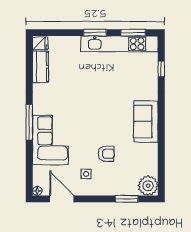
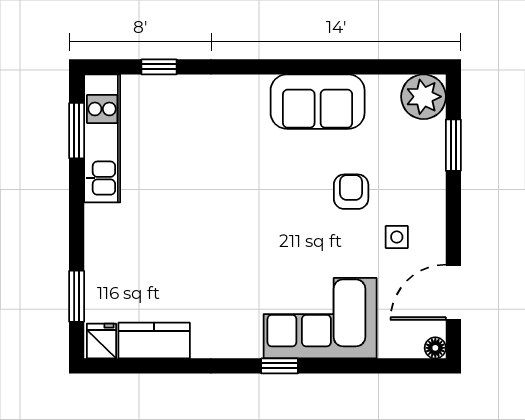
window: (95, 33) -> (77, 296), moved
kitchen unit: (119, 44) -> (102, 138), width x0.73
window: (29, 122) -> (280, 366), width x0.46
sofa: (146, 122) -> (318, 102), moved

